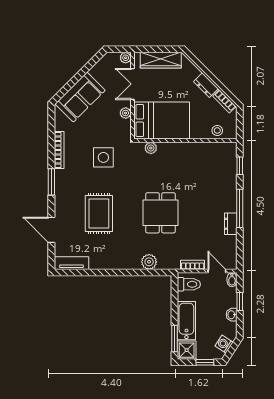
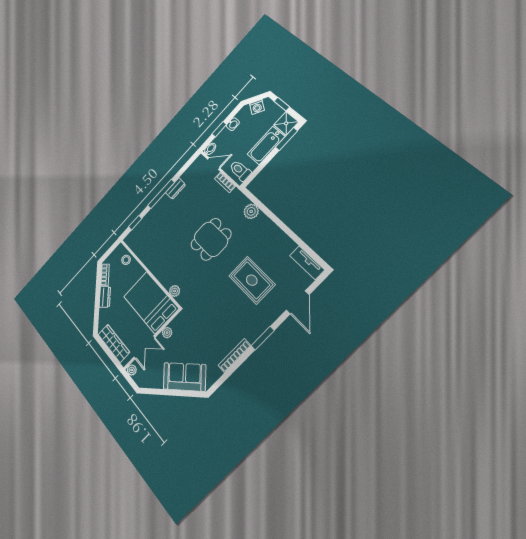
side table: (103, 157) -> (210, 317), removed
rug: (99, 213) -> (252, 280), turned 90
door: (217, 271) -> (214, 164), swing flipped

